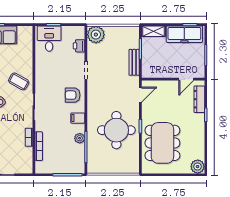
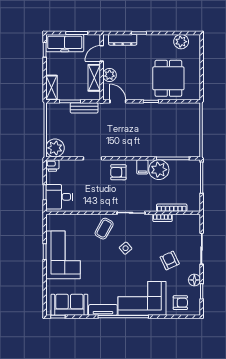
freezer: (184, 34) -> (65, 43), moved, turned 90
printer: (79, 46) -> (52, 166), moved
shelving: (163, 72) -> (94, 78), added
door: (186, 79) -> (102, 53), swing flipped
plant: (166, 87) -> (110, 75), added
armchair: (73, 95) -> (118, 172), turned 90
round table: (116, 130) -> (155, 126), removed
plant: (80, 138) -> (159, 170), width x1.88, depth x1.88
dining table: (162, 143) -> (168, 78), width x0.73
plant: (198, 167) -> (181, 42), moved

